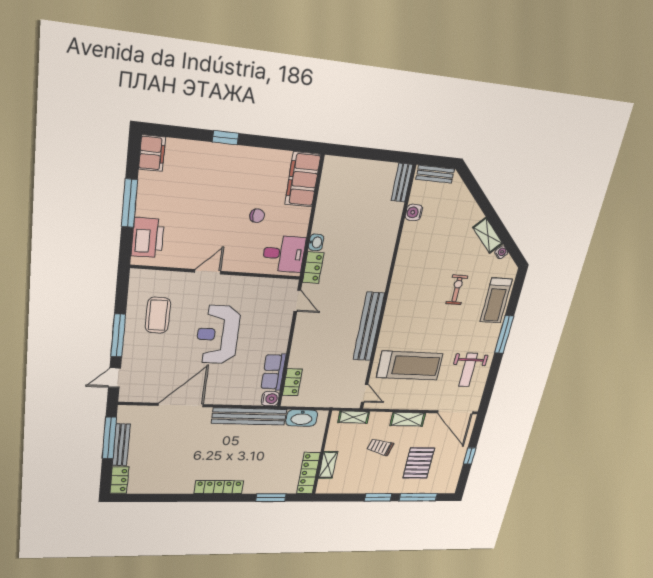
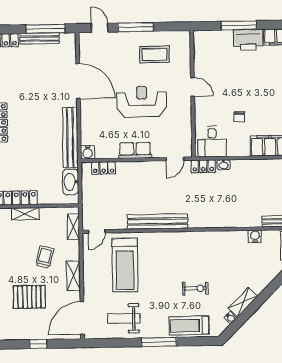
printer: (148, 238) -> (248, 40), moved
row of seats: (273, 372) -> (135, 150), moved

